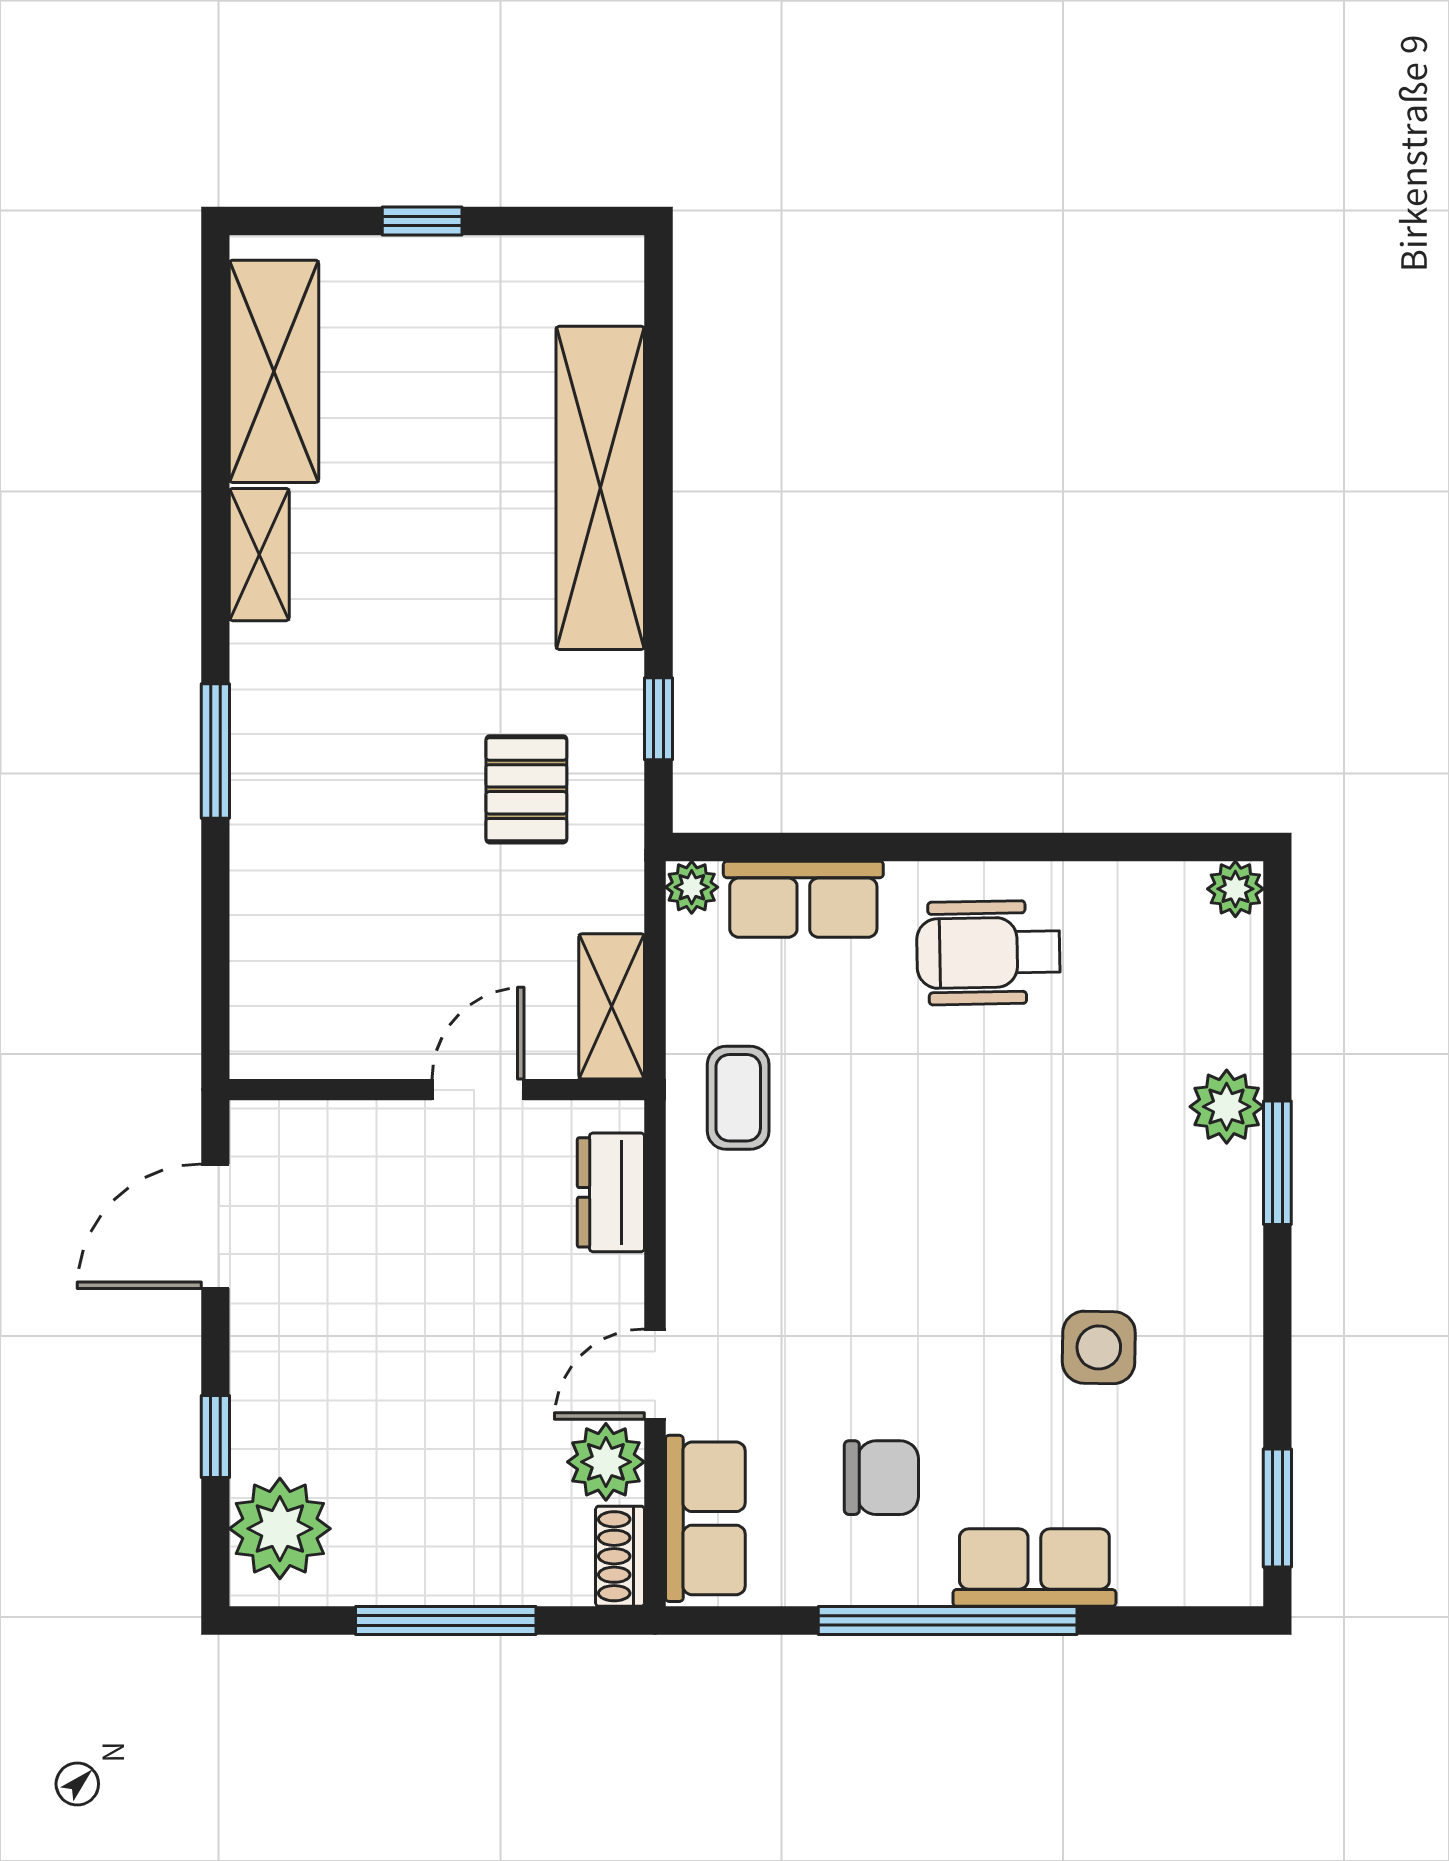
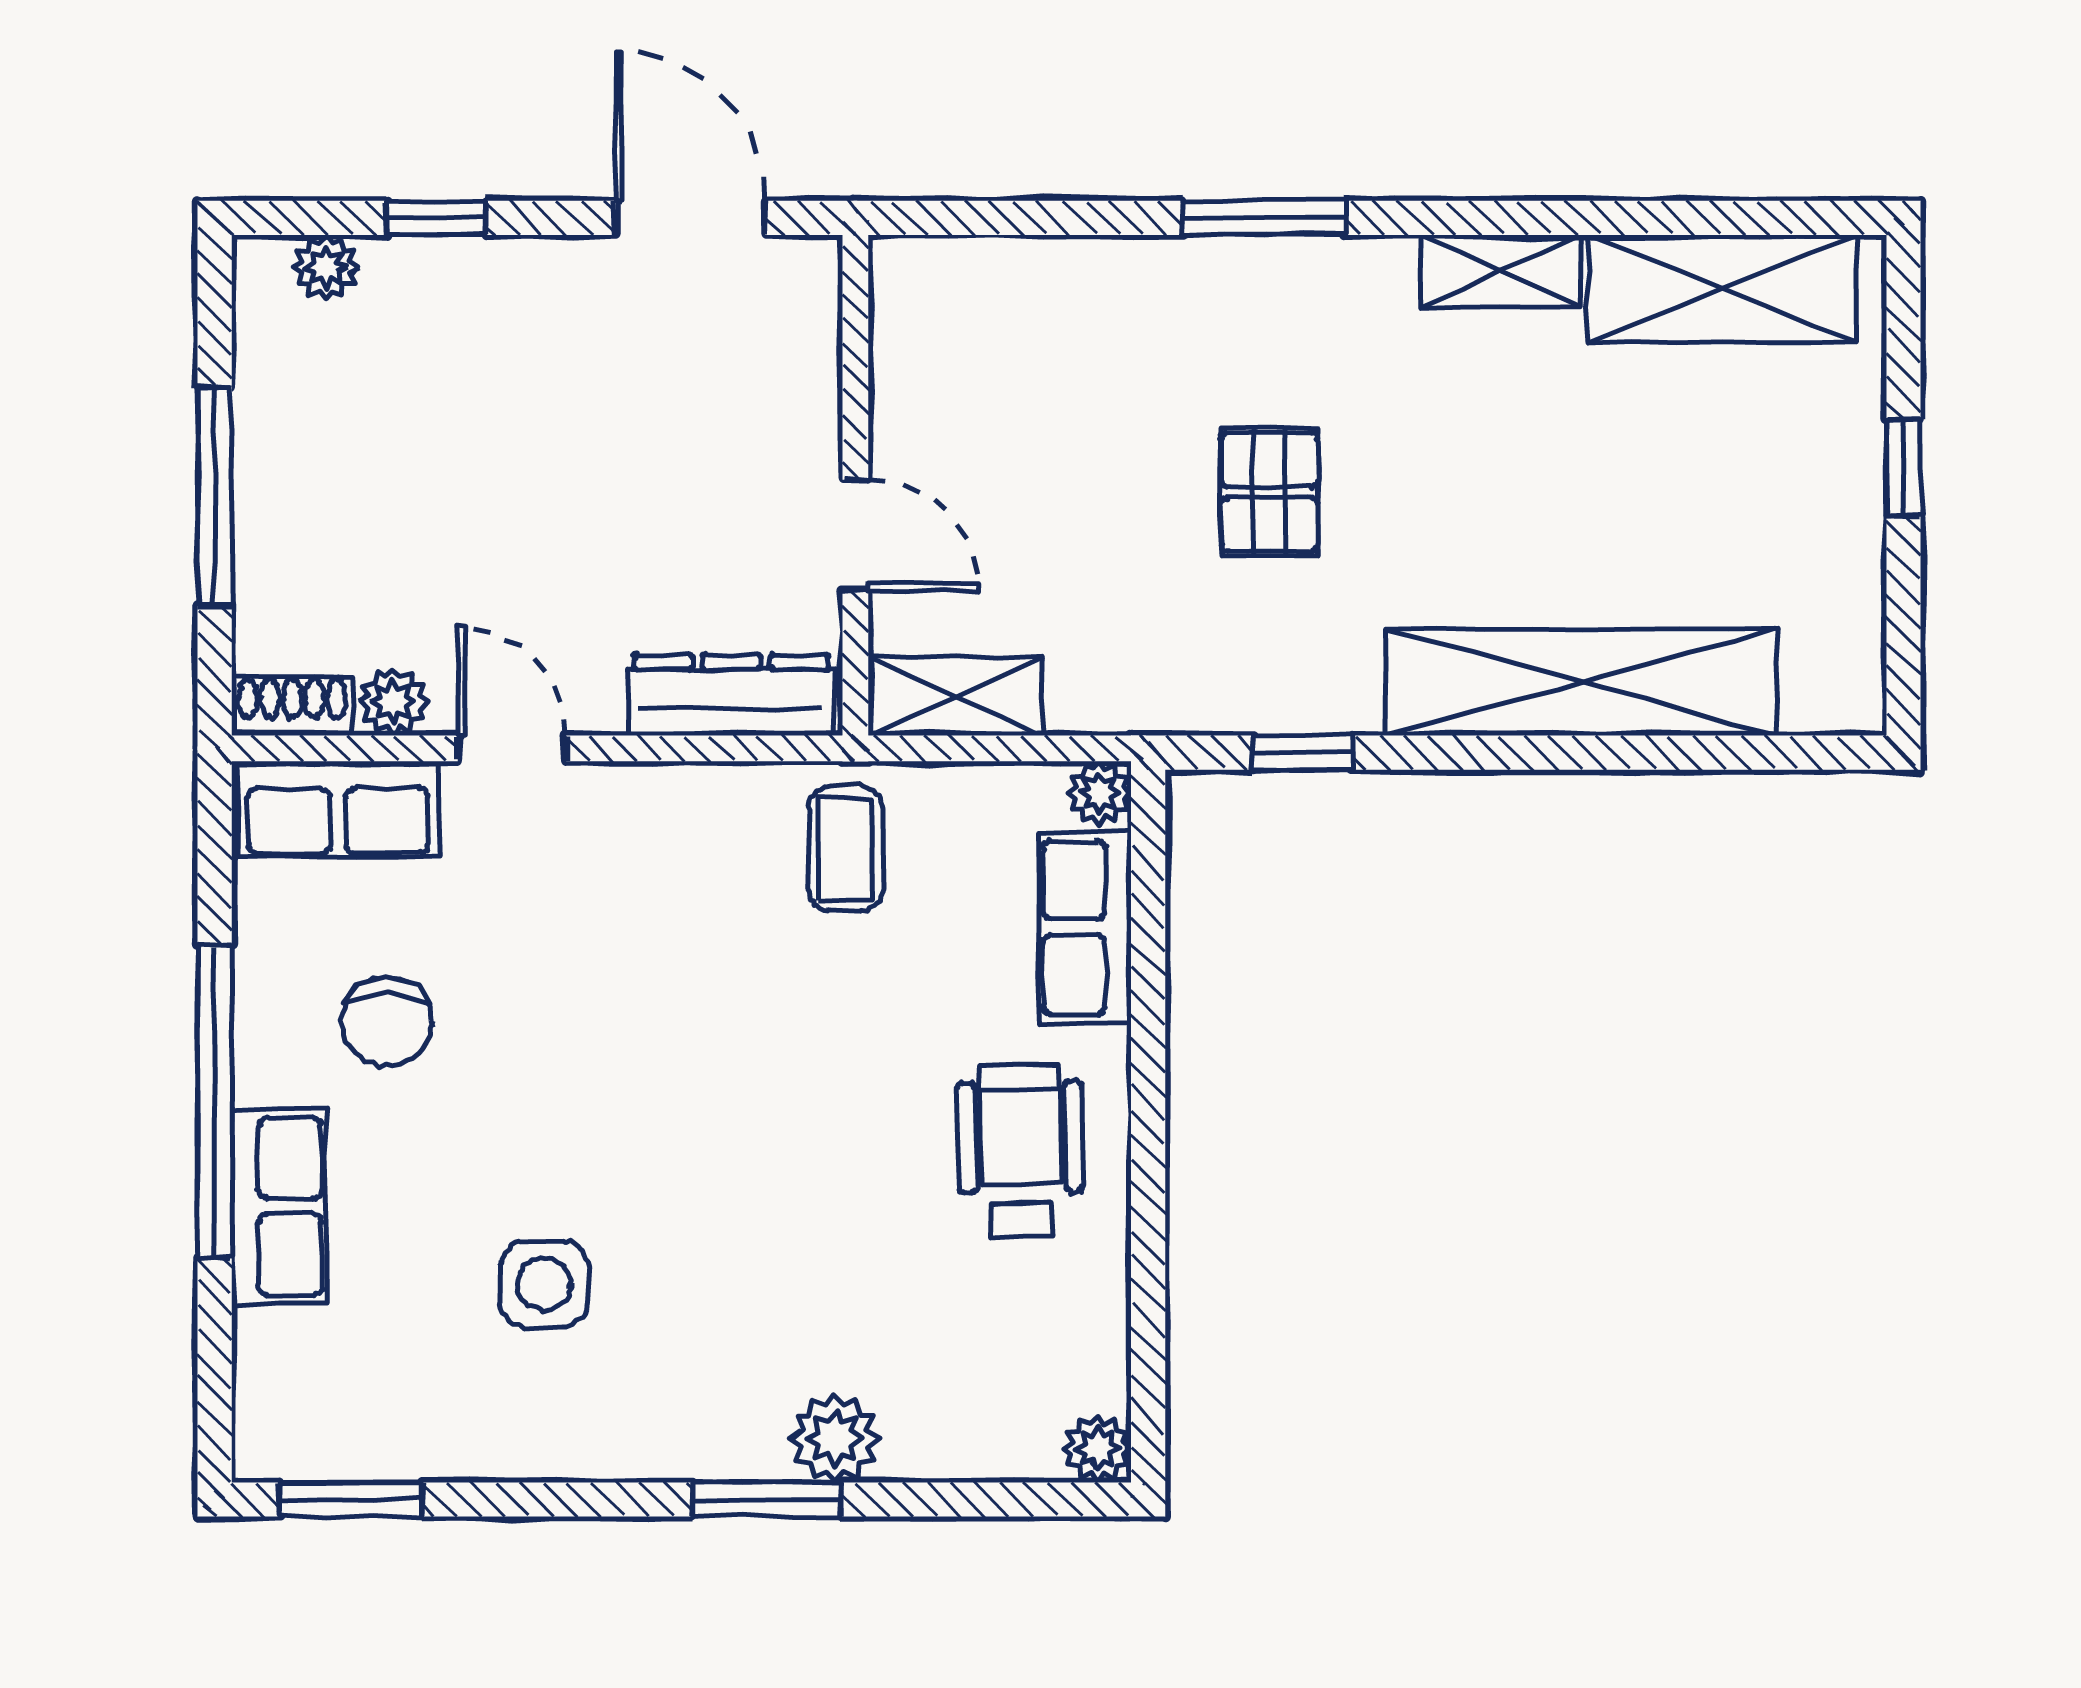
pallet: (526, 789) -> (1269, 492), moved, turned 90
coffee table: (738, 1098) -> (845, 849), turned 90
dresser: (611, 1192) -> (731, 695), width x1.44
plant: (606, 1462) -> (393, 702), width x0.73, depth x0.73
plant: (280, 1529) -> (326, 267), width x0.53, depth x0.53

